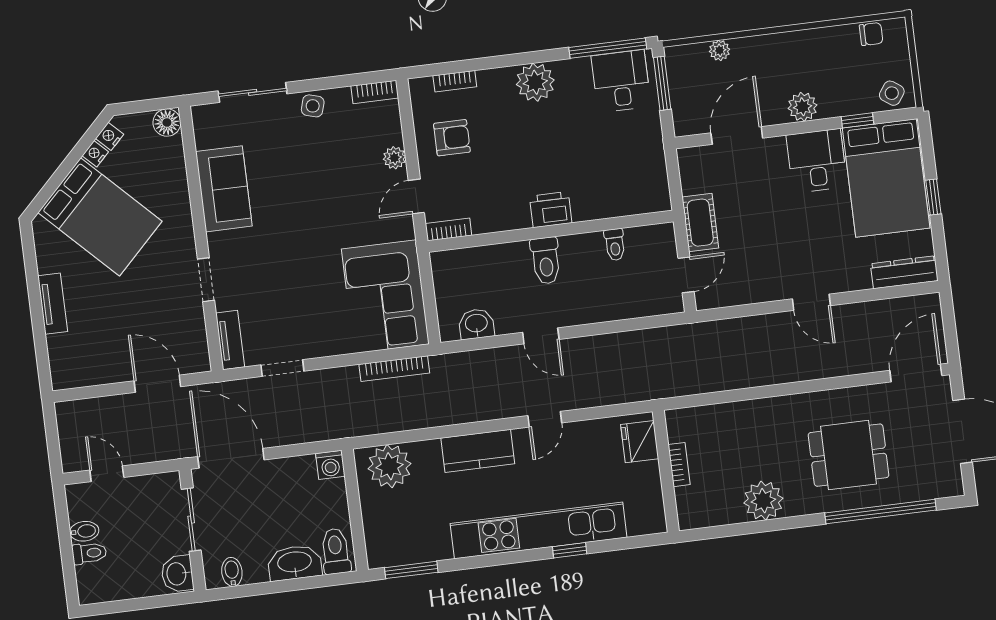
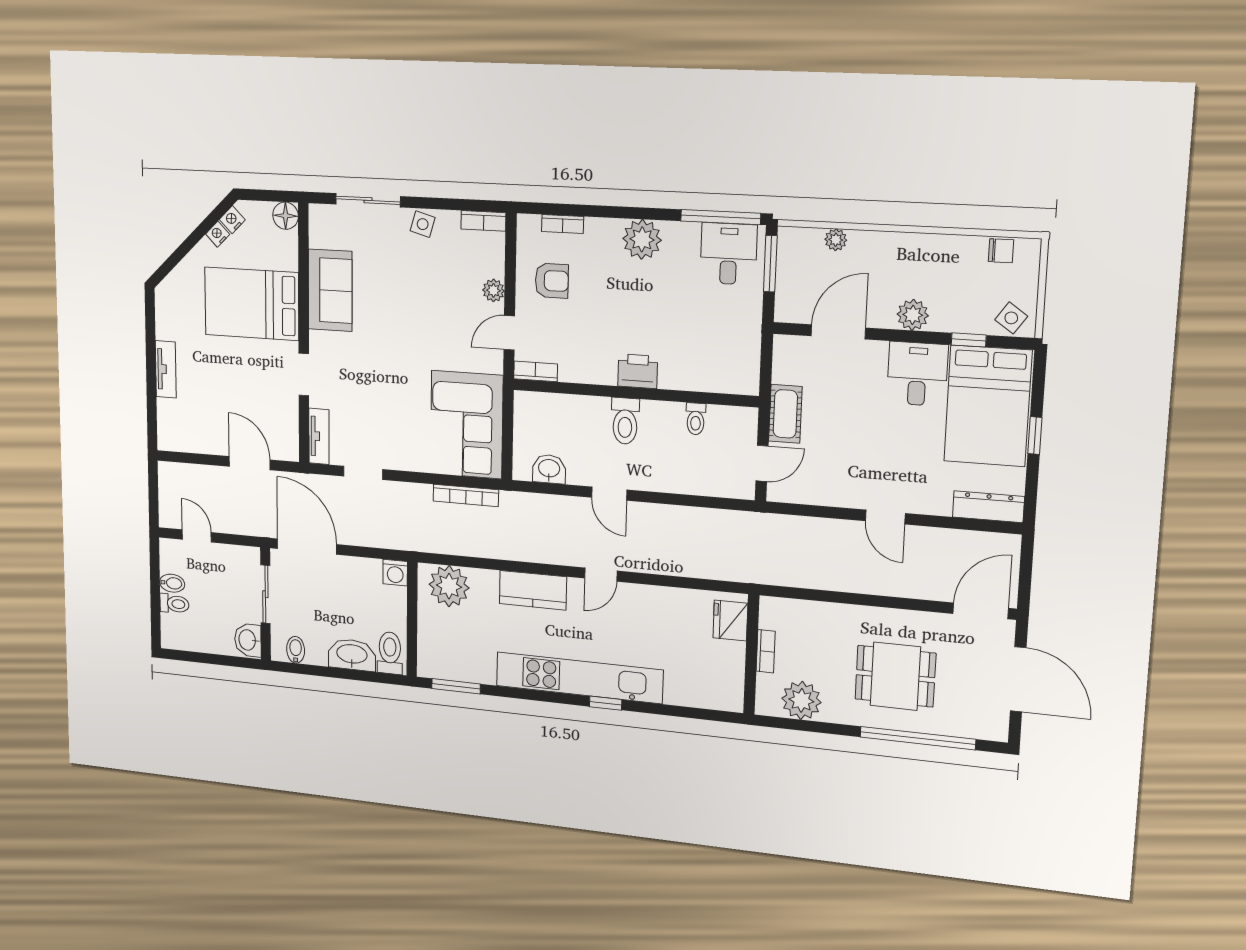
bed: (100, 217) -> (252, 304), moved, turned 135
fridge: (640, 442) -> (730, 621), moved
bookcase: (679, 465) -> (766, 651), moved
wall: (666, 471) -> (751, 655), moved

